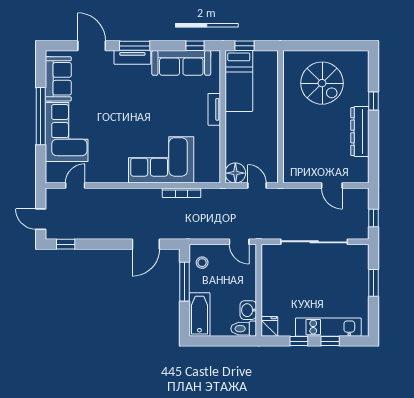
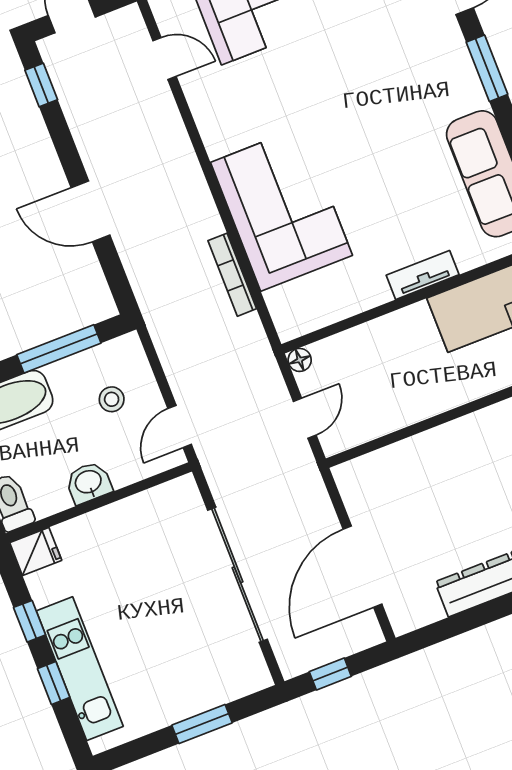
tv unit: (132, 57) -> (462, 73), removed
floor lamp: (235, 173) -> (300, 360), width x0.53, depth x0.53
door: (332, 186) -> (363, 567), width x1.88
door: (146, 244) -> (90, 211), moved
stool: (202, 263) -> (112, 399), moved
washbasin: (248, 310) -> (89, 483), moved

